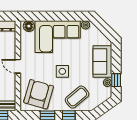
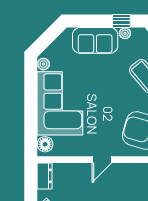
side table: (62, 71) -> (109, 97), removed

